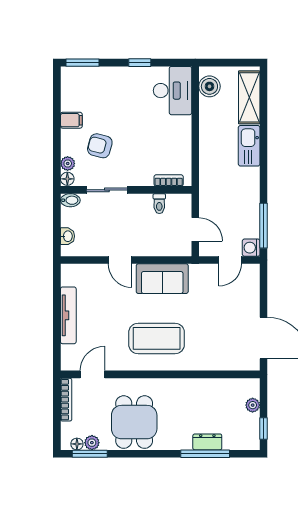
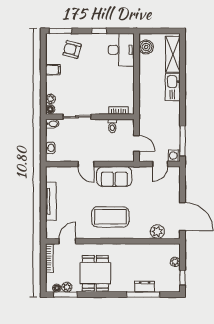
armchair: (100, 146) -> (72, 50), moved
plant: (226, 360) -> (157, 232), added

